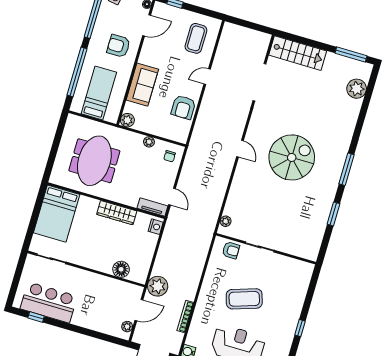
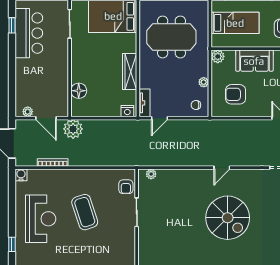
armchair: (183, 107) -> (236, 94), moved

